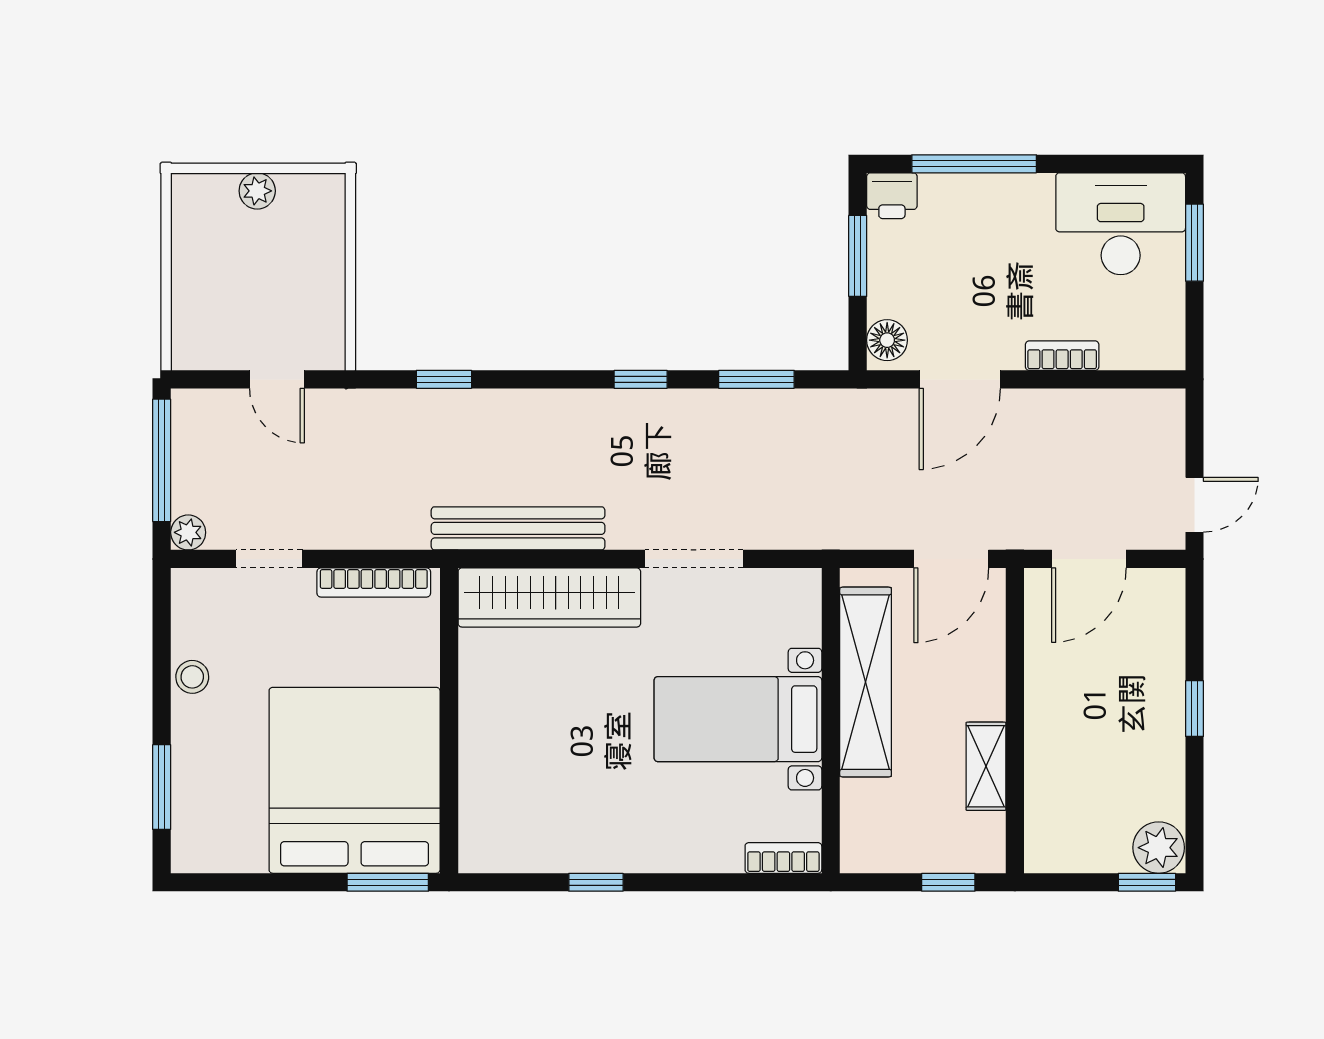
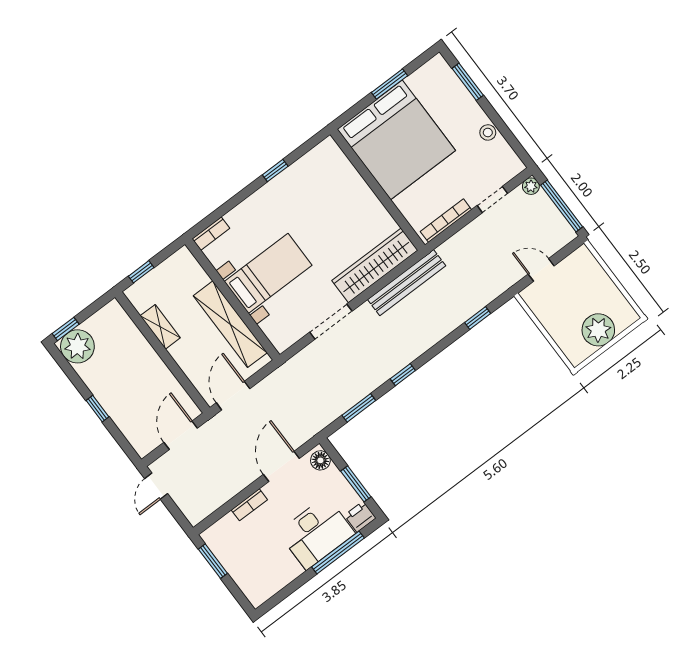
plant: (257, 191) -> (598, 330), width x1.87, depth x1.87
desk: (1121, 224) -> (316, 533), moved
window: (1194, 243) -> (213, 561), moved
plant: (1159, 848) -> (77, 346), width x1.36, depth x1.36
window: (388, 882) -> (389, 84), moved

